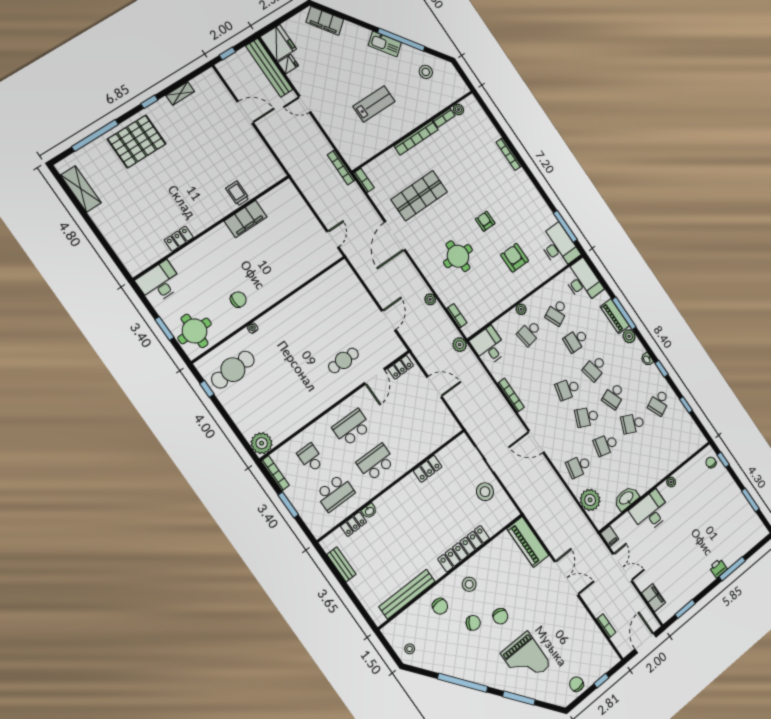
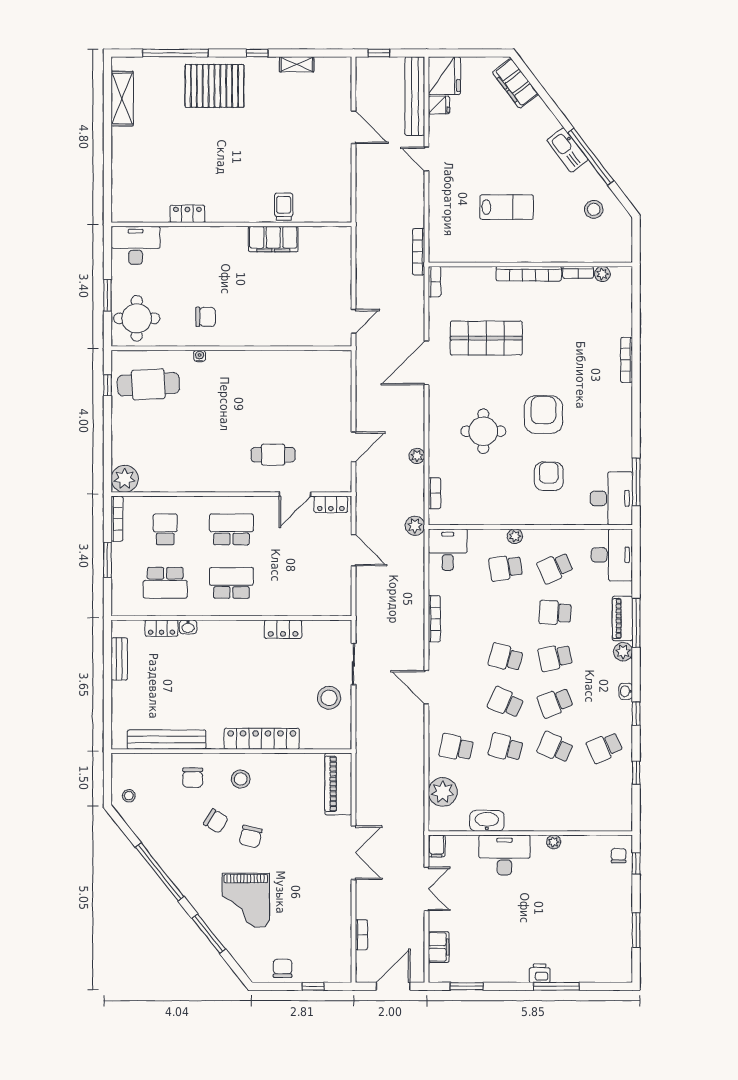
armchair: (485, 221) -> (543, 415), width x1.88, depth x1.88

